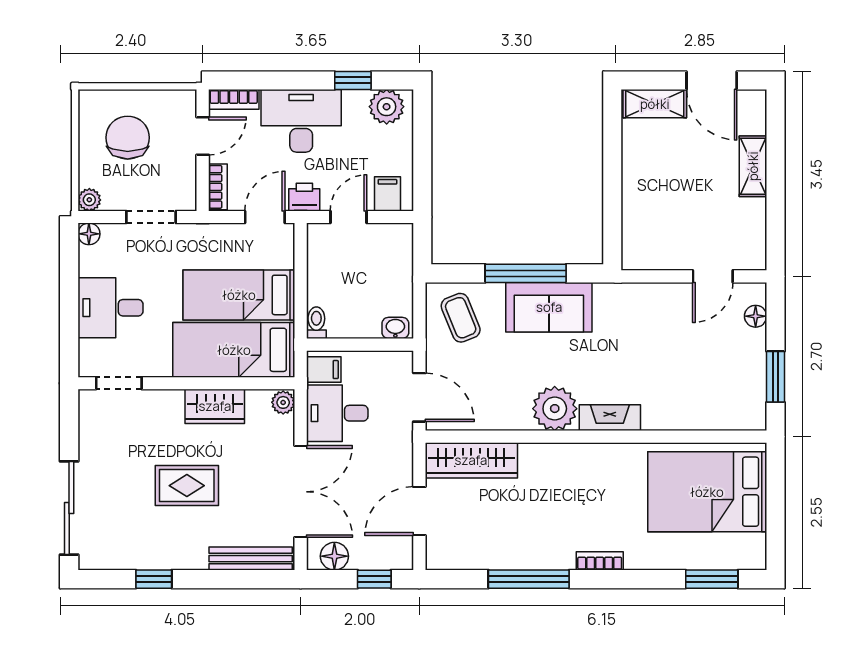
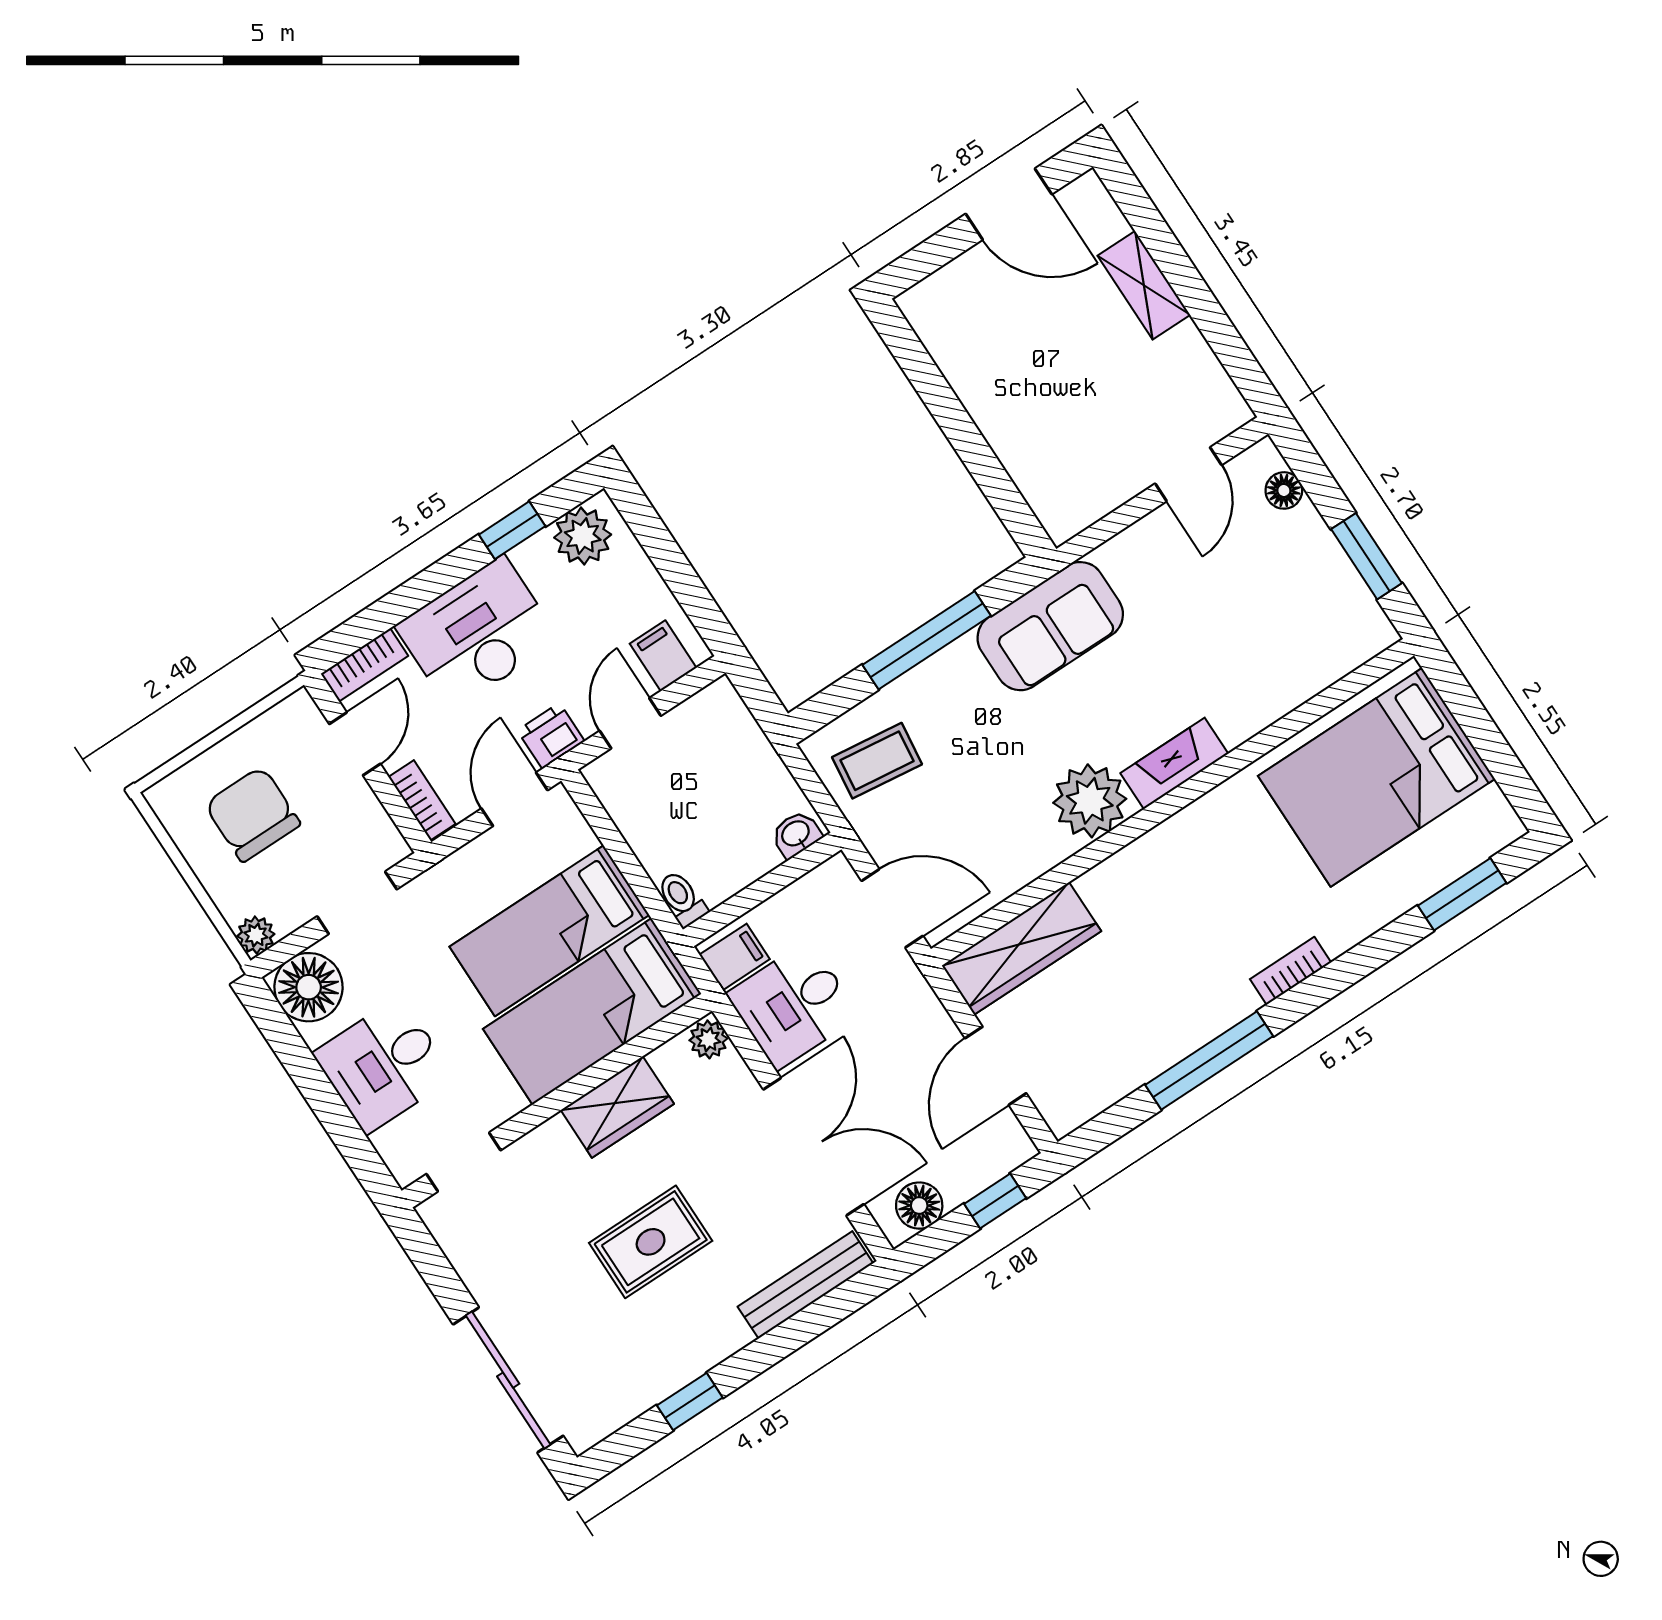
shelving: (655, 104) -> (951, 288), removed
floor lamp: (89, 234) -> (309, 987), width x1.89, depth x1.89
sofa: (549, 307) -> (1050, 626), moved
coffee table: (461, 318) -> (877, 761), turned -61

